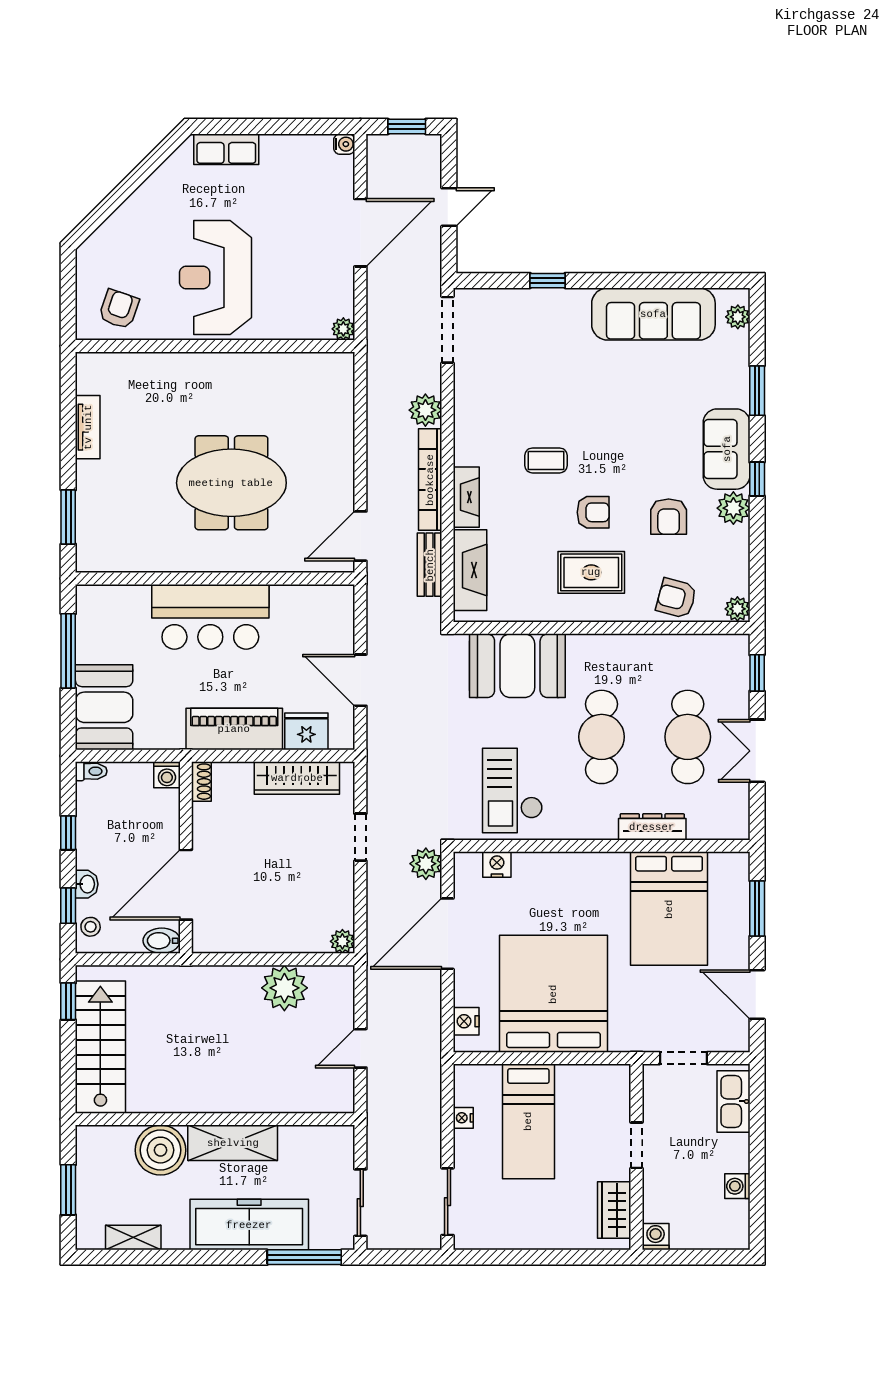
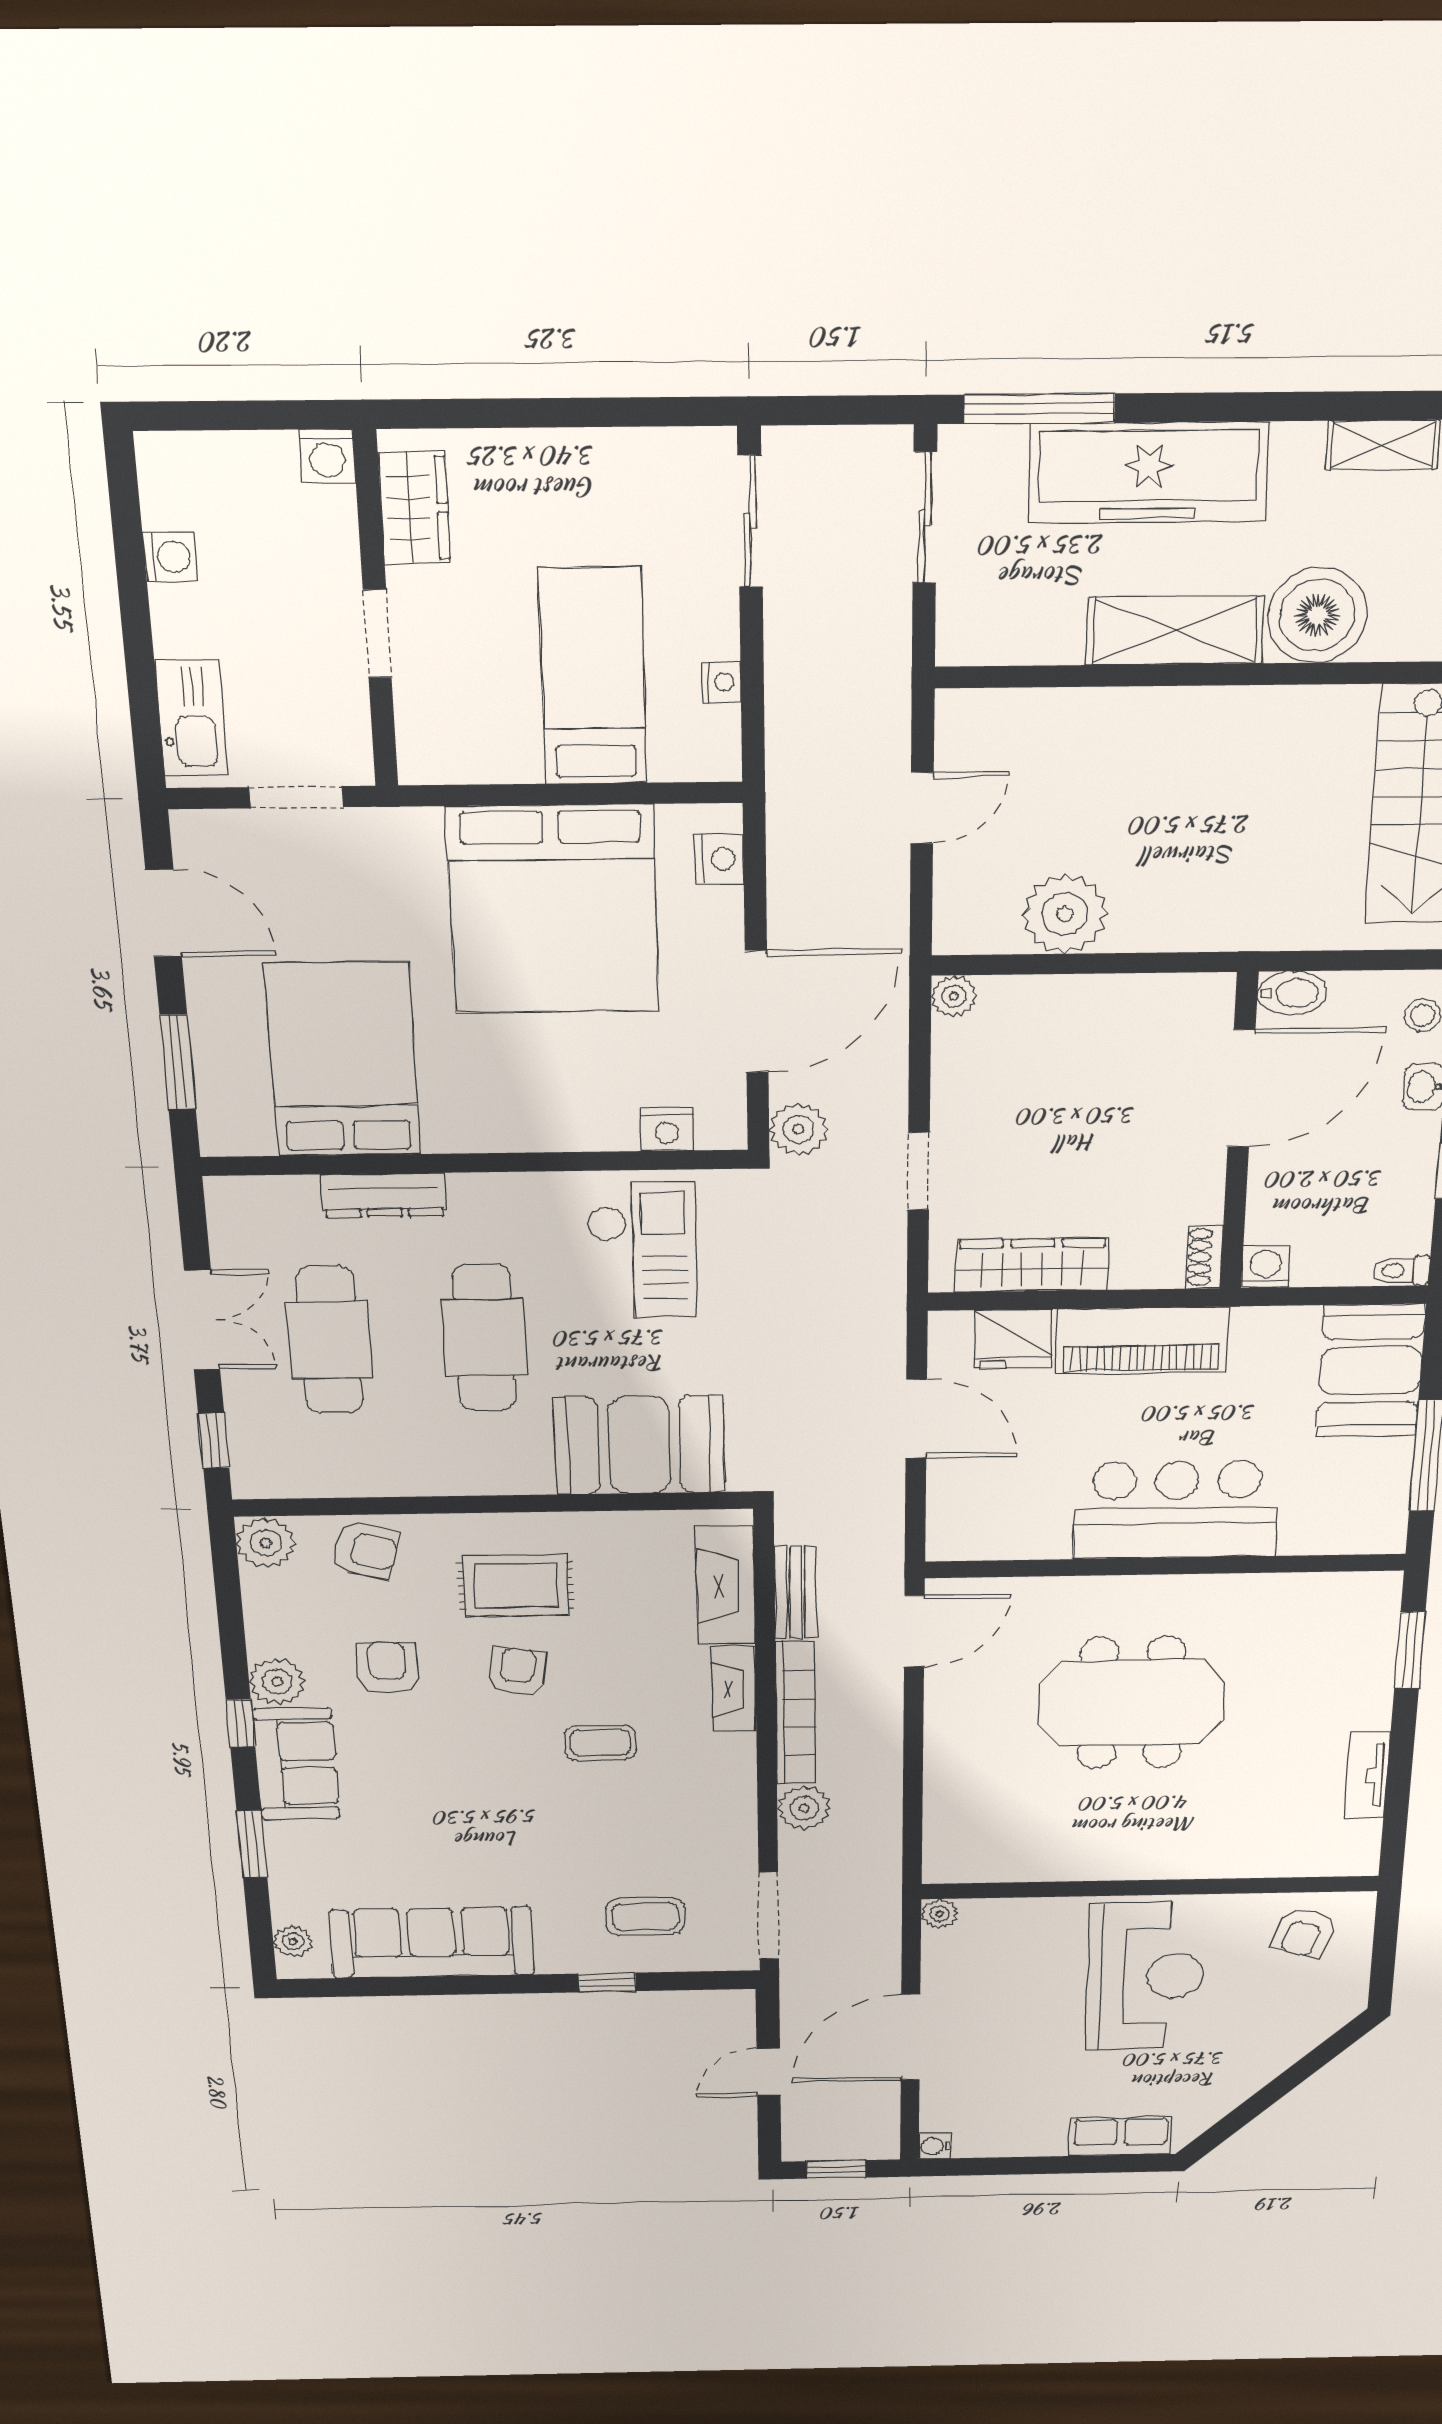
coffee table: (523, 331) -> (645, 1916), added
armchair: (593, 512) -> (517, 1672), turned 99
plant: (737, 609) -> (266, 1543), width x1.38, depth x1.38

